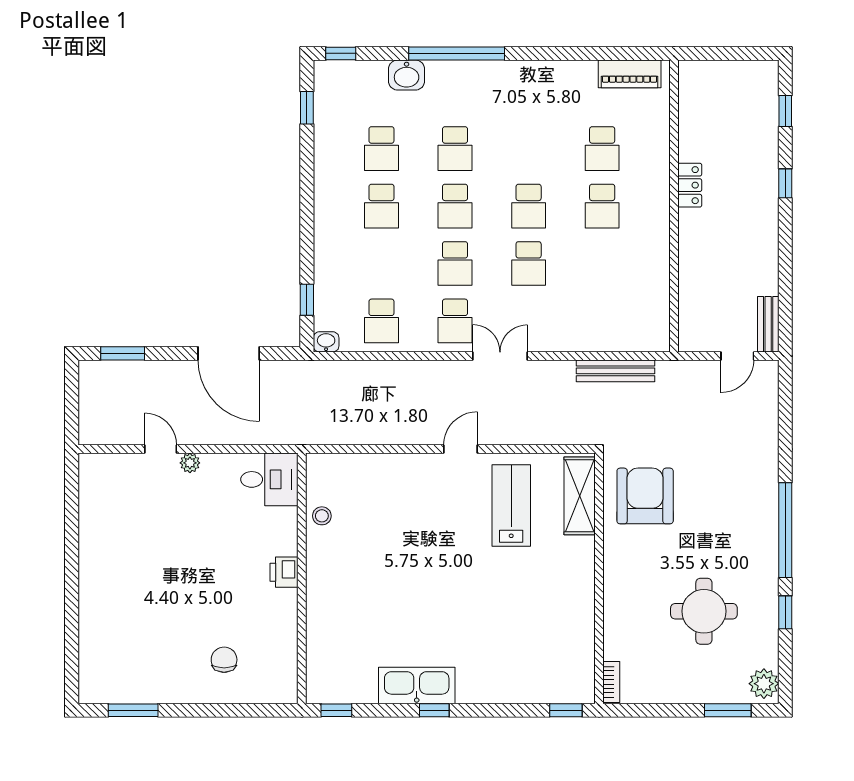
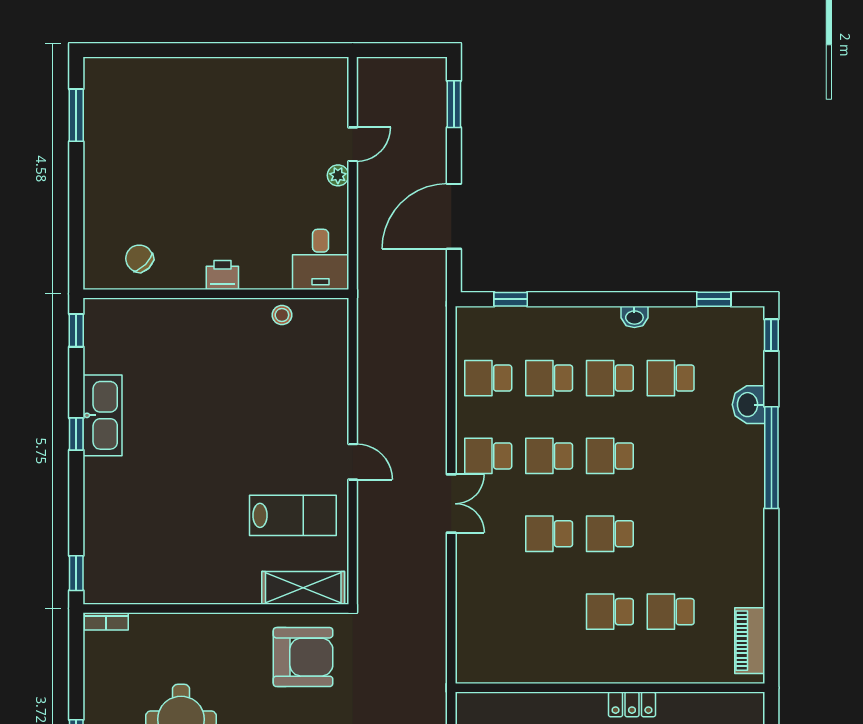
school desk: (455, 149) -> (549, 378), moved
washbasin: (326, 342) -> (634, 317), moved, turned 90
bench: (615, 371) -> (435, 626), removed
chair: (224, 660) -> (139, 259), moved, turned -135

